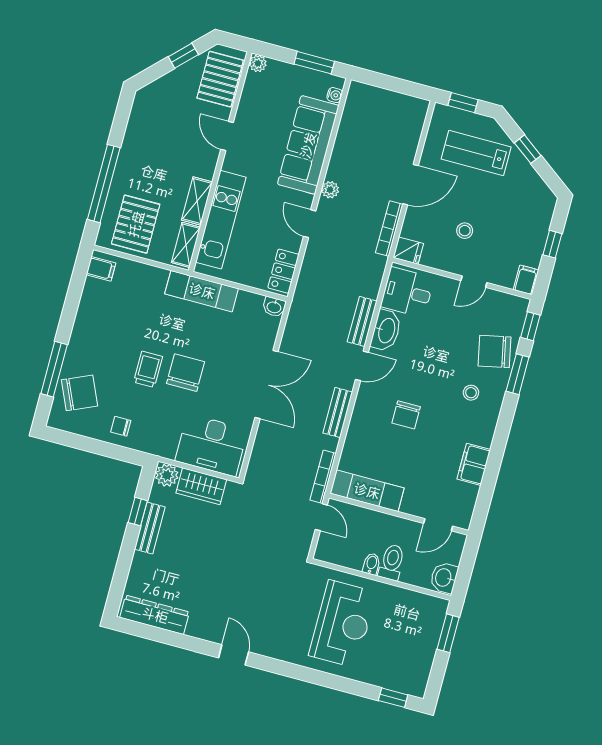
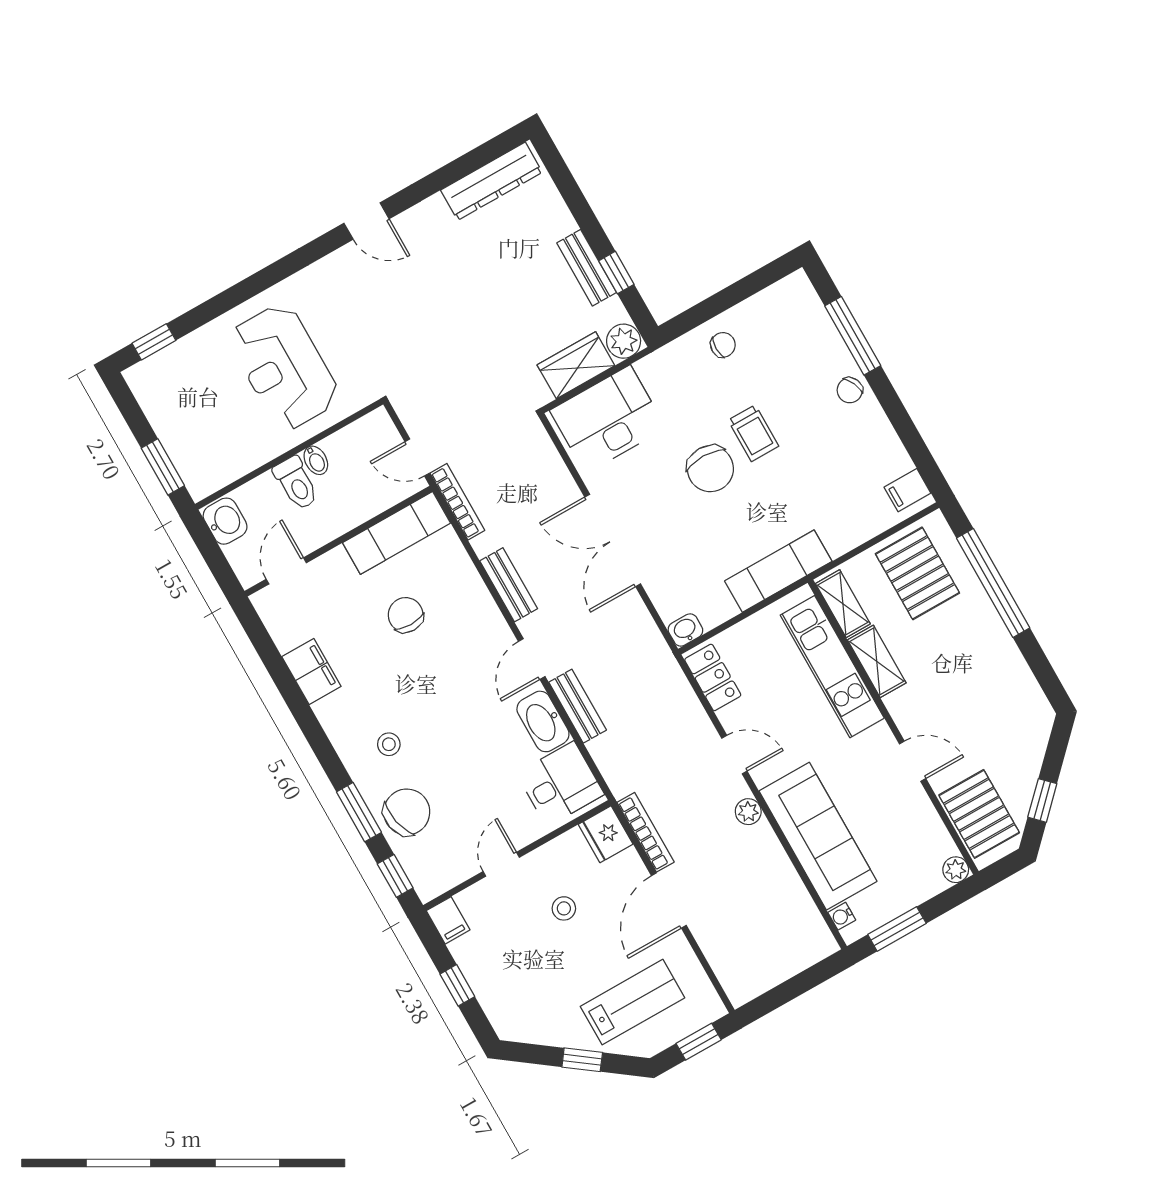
fridge: (408, 251) -> (606, 834), width x1.38
chair: (80, 393) -> (850, 390), moved, width x0.54, depth x0.54
chair: (406, 415) -> (406, 615), moved

